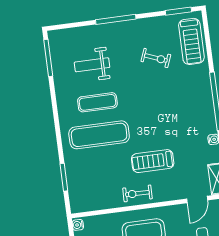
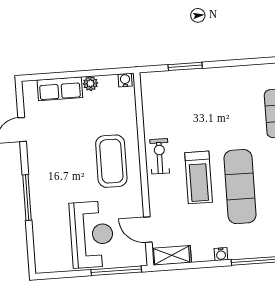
exercise mat: (99, 135) -> (240, 187), moved
treadmill: (153, 161) -> (199, 177), turned 180

